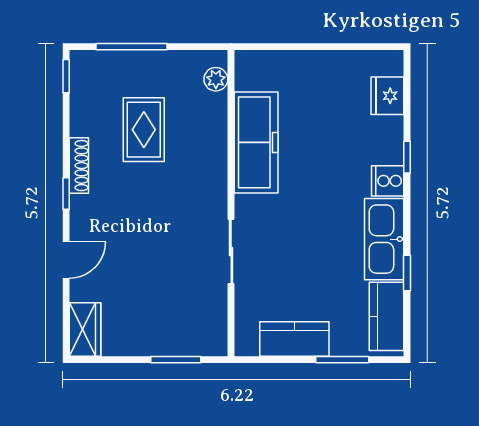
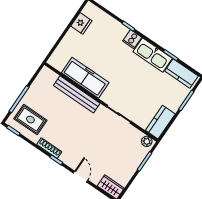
plant: (216, 79) -> (147, 141), moved
fridge: (387, 96) -> (81, 23), moved, turned -90
rug: (144, 130) -> (30, 120), moved
bench: (214, 148) -> (77, 94), added
kitchen counter: (294, 339) -> (160, 122), moved

